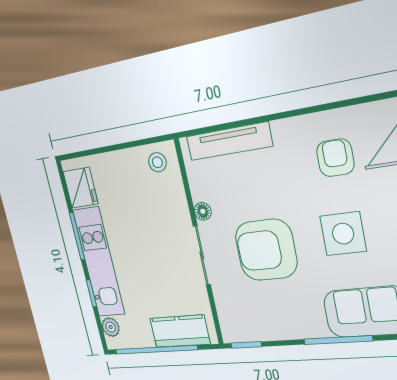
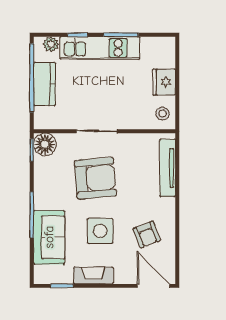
armchair: (335, 158) -> (147, 235), turned 69
fridge: (80, 188) -> (164, 82), moved, turned 90
floor lamp: (203, 211) -> (45, 144), moved, width x1.89, depth x1.89
armchair: (266, 250) -> (95, 178), turned 85
kitchen counter: (180, 331) -> (44, 84), moved

